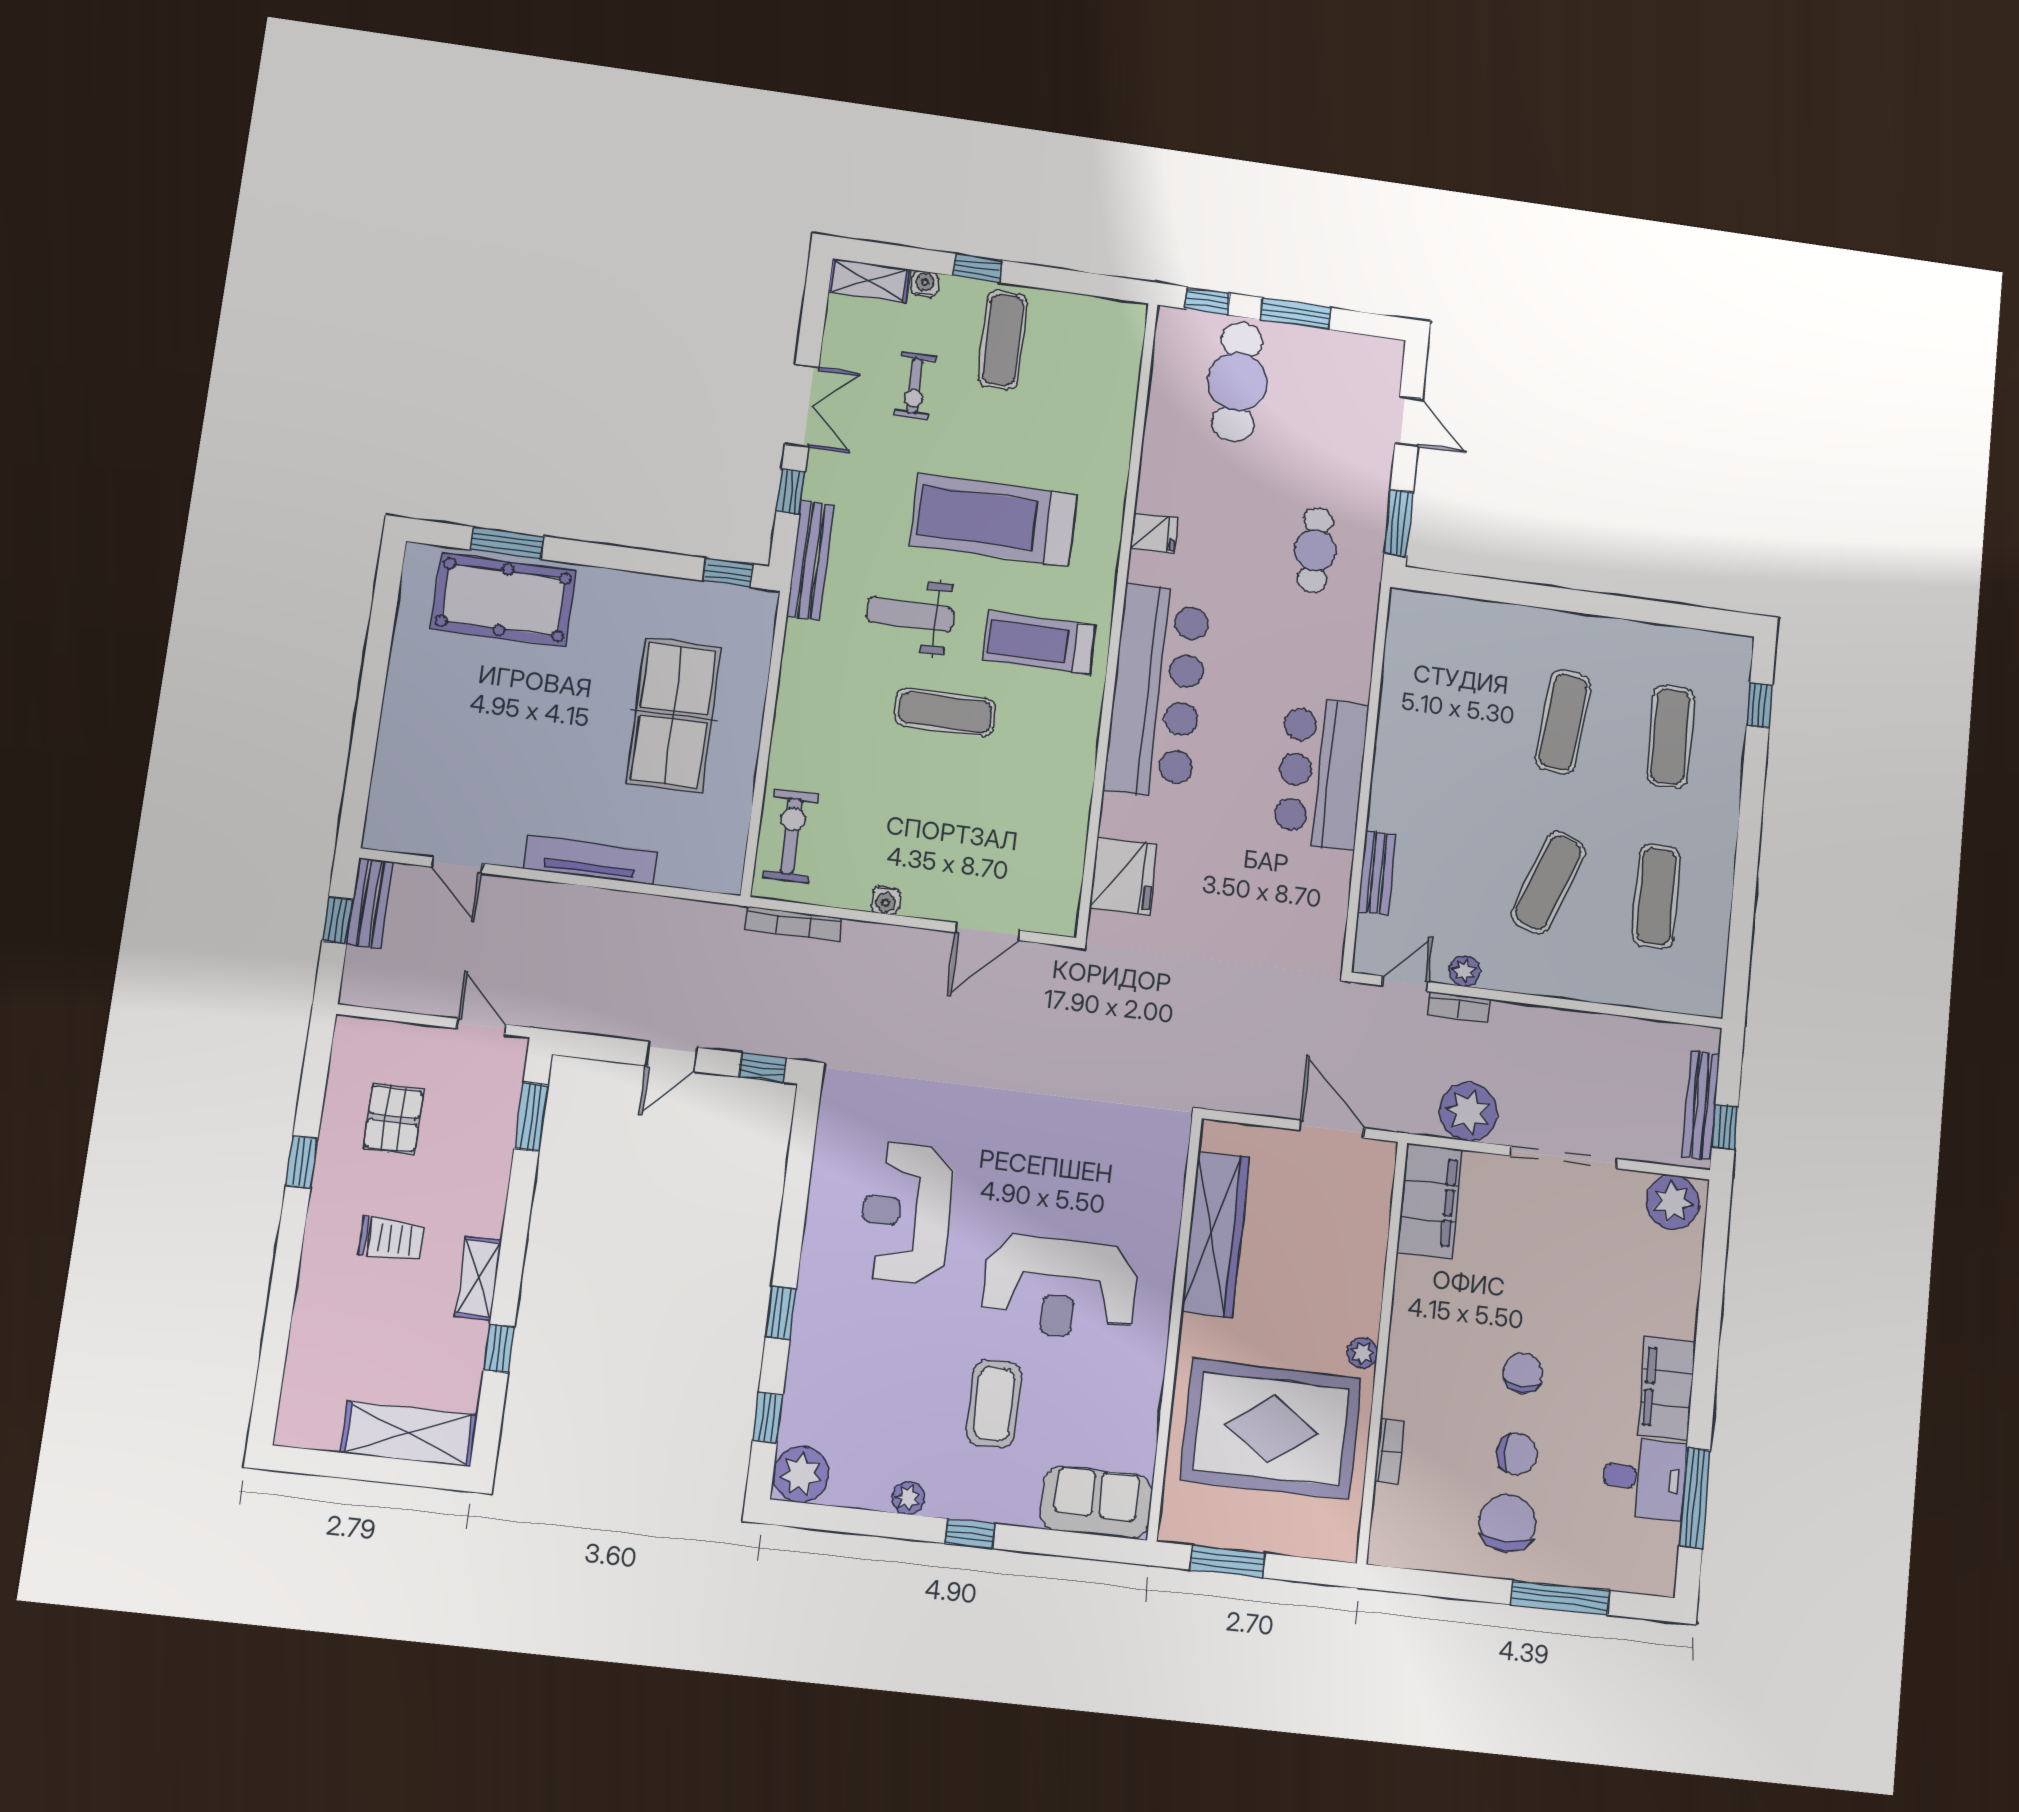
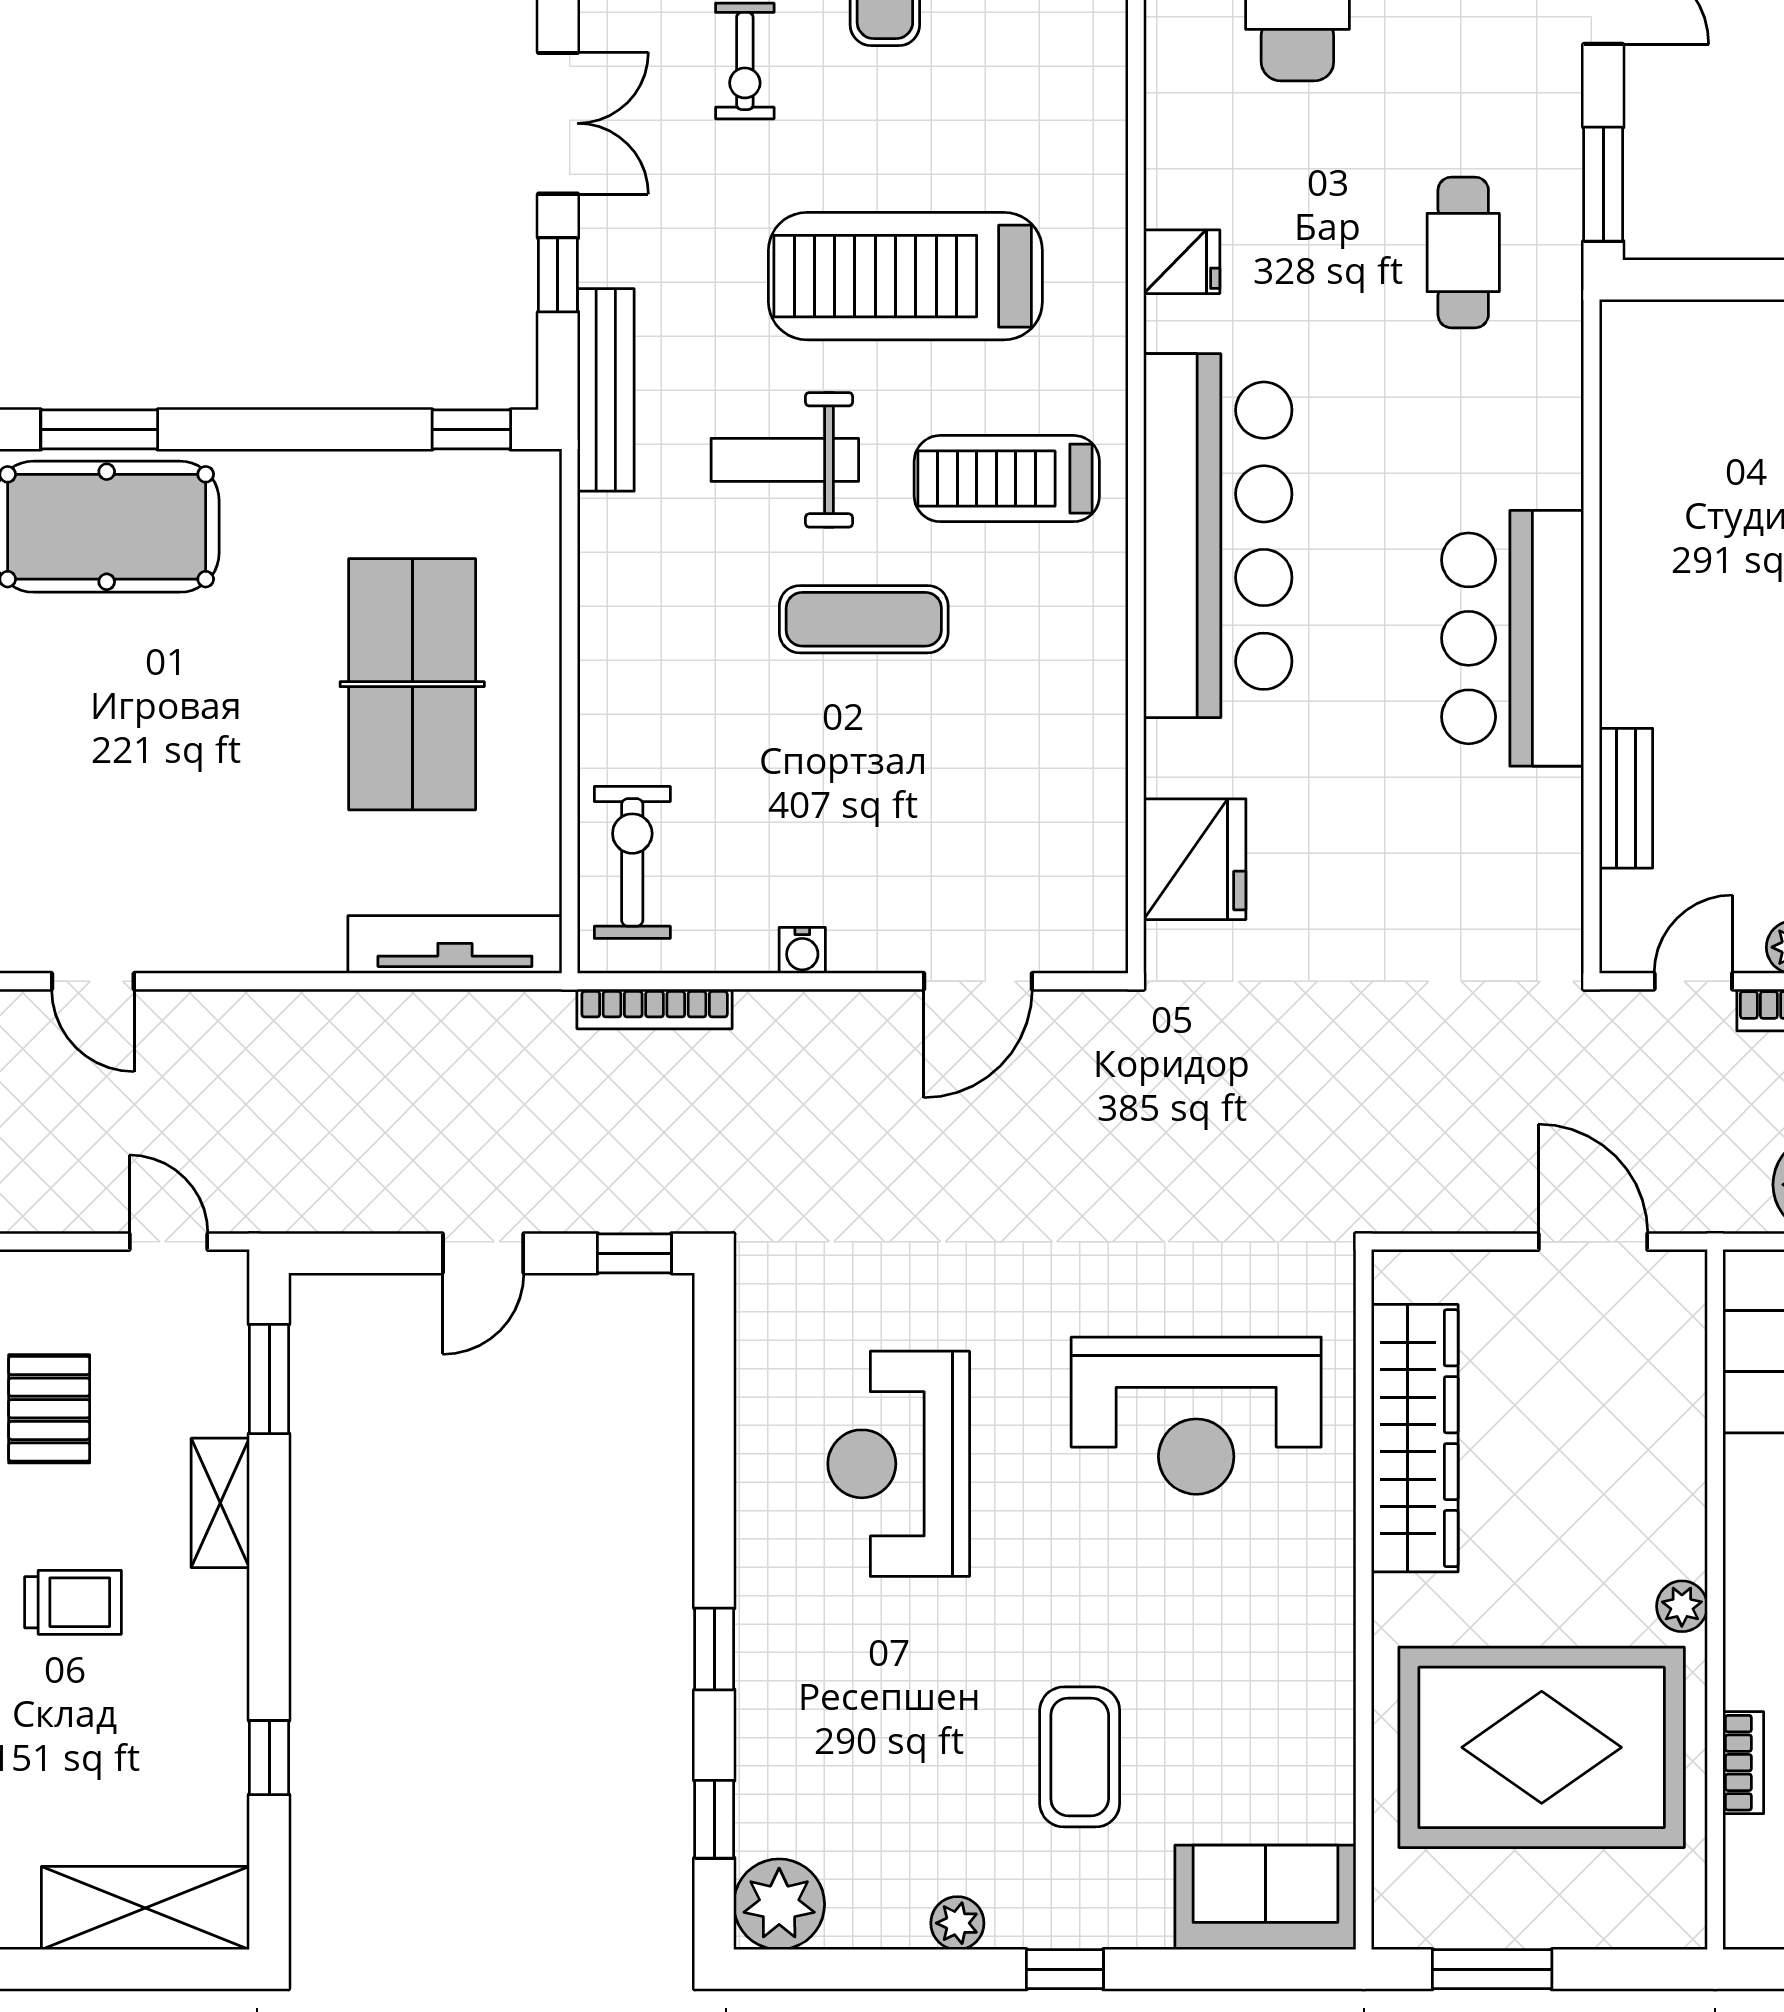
tv unit: (590, 860) -> (455, 945), moved
shelving: (478, 1278) -> (220, 1503), moved
reception desk: (1060, 1288) -> (1196, 1416), moved

